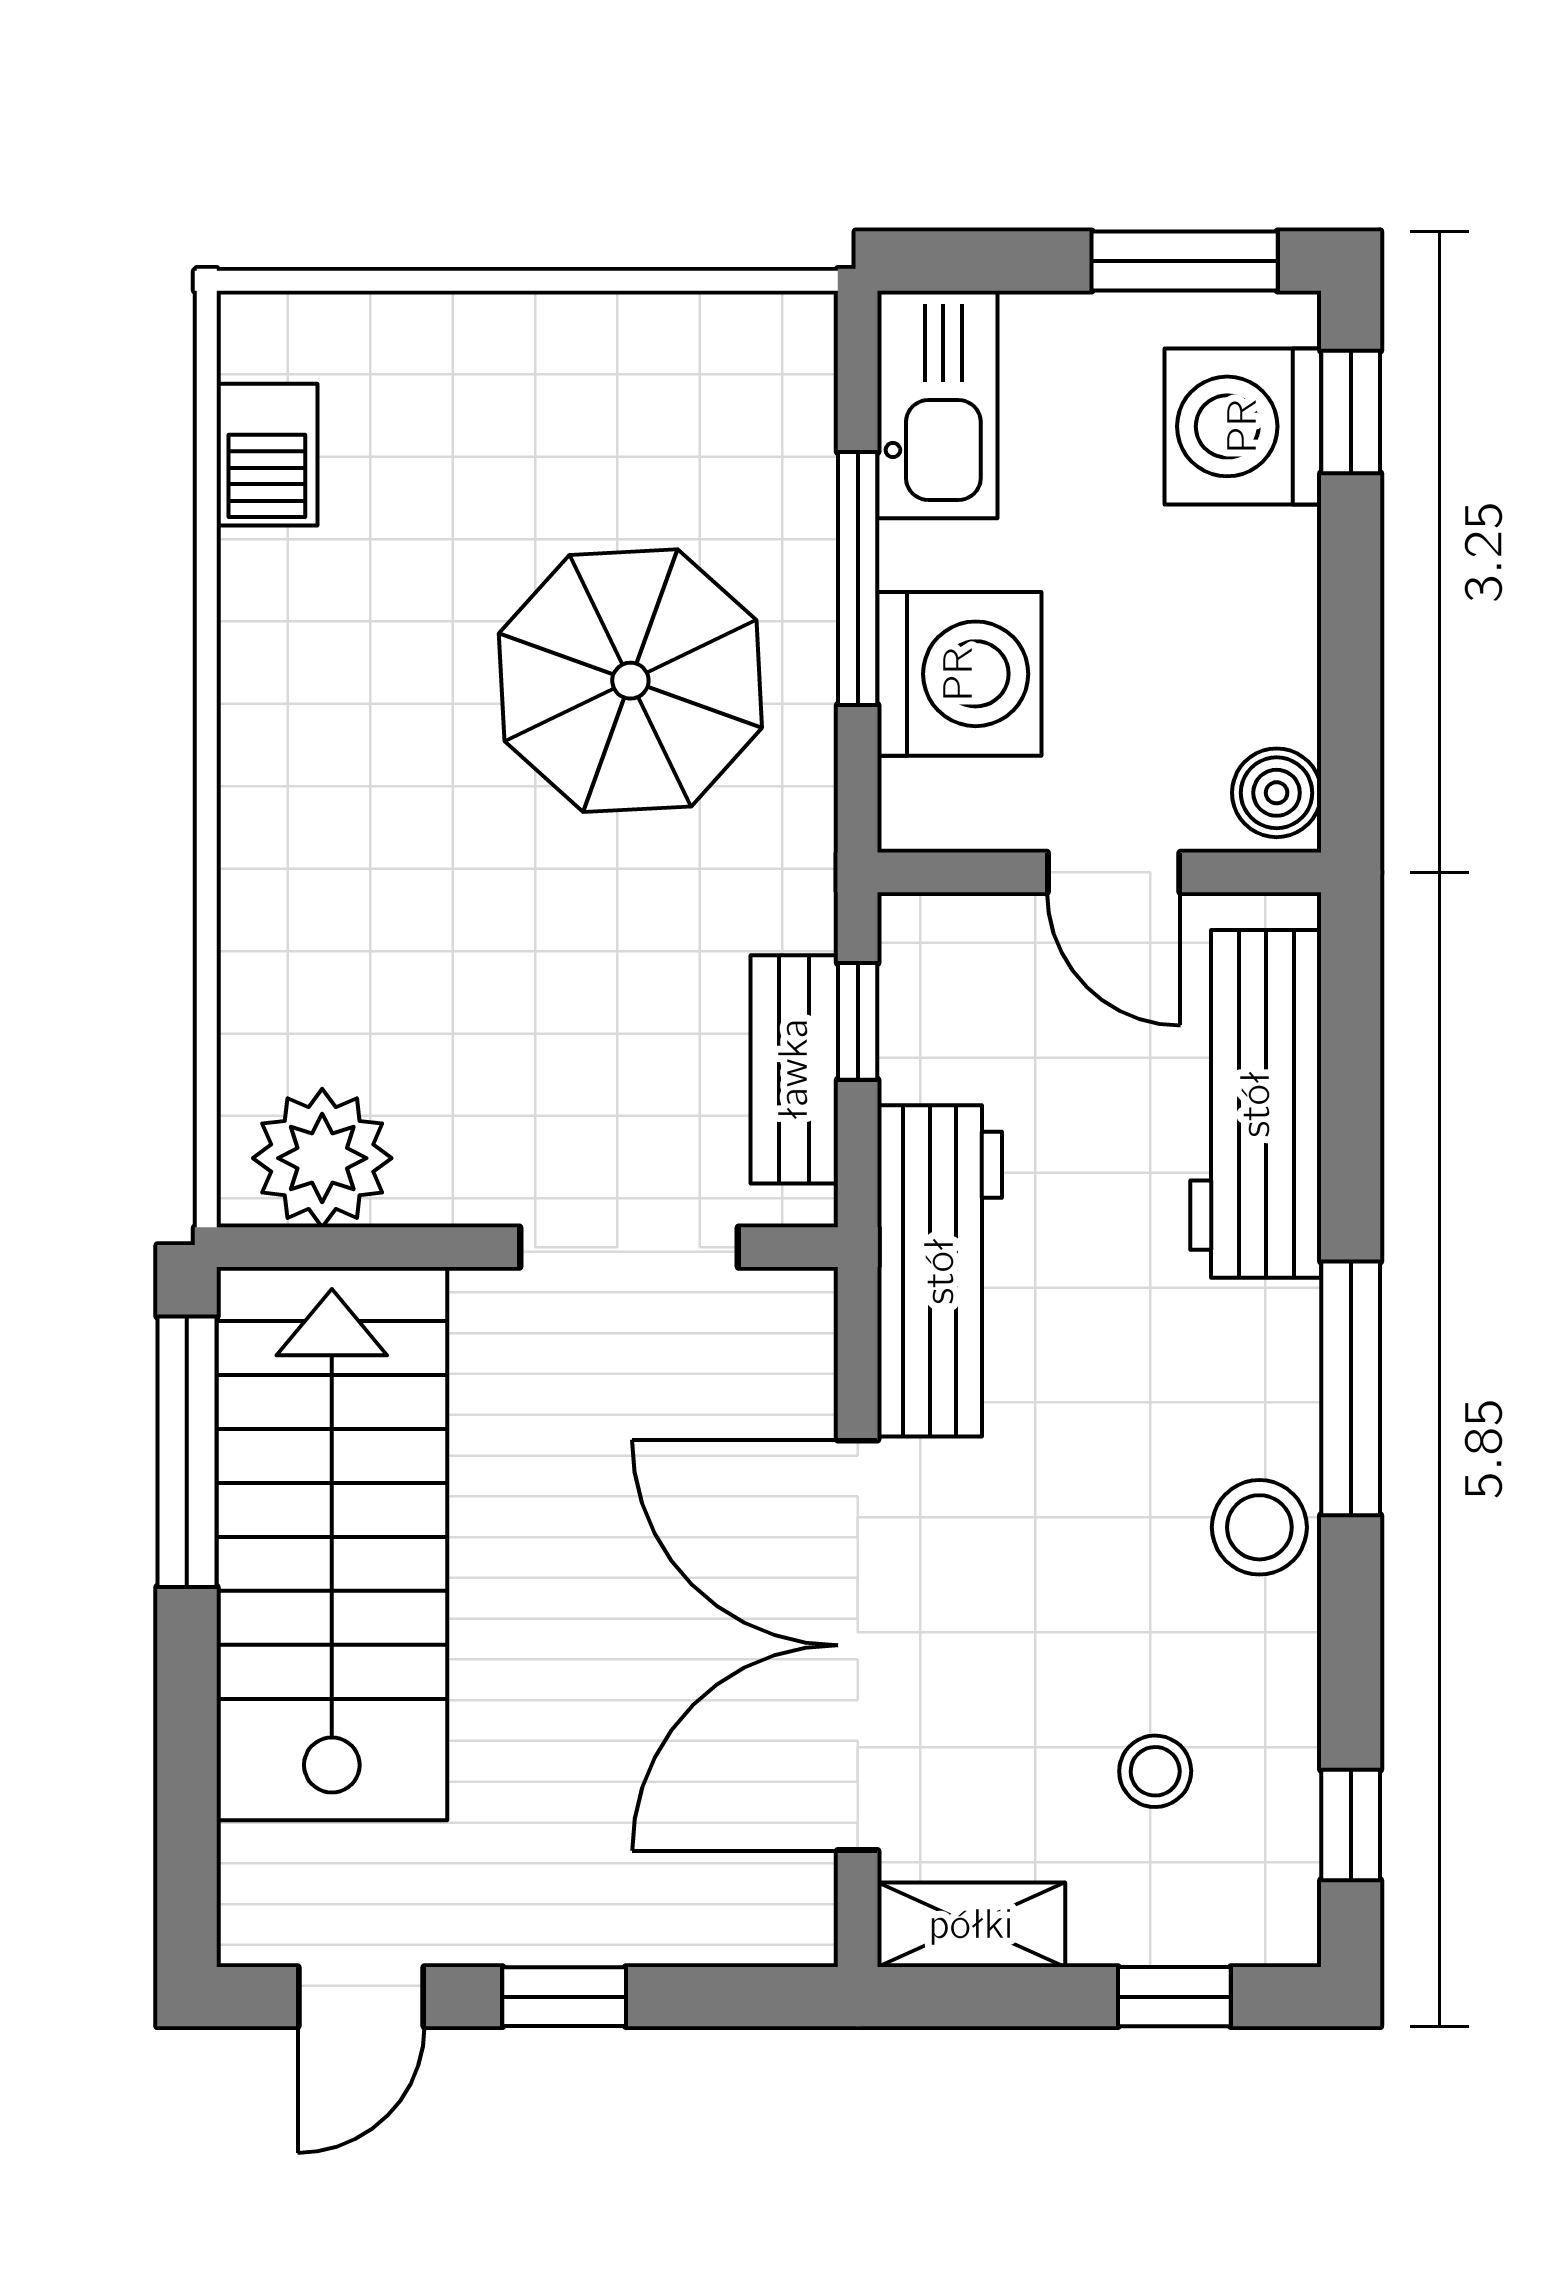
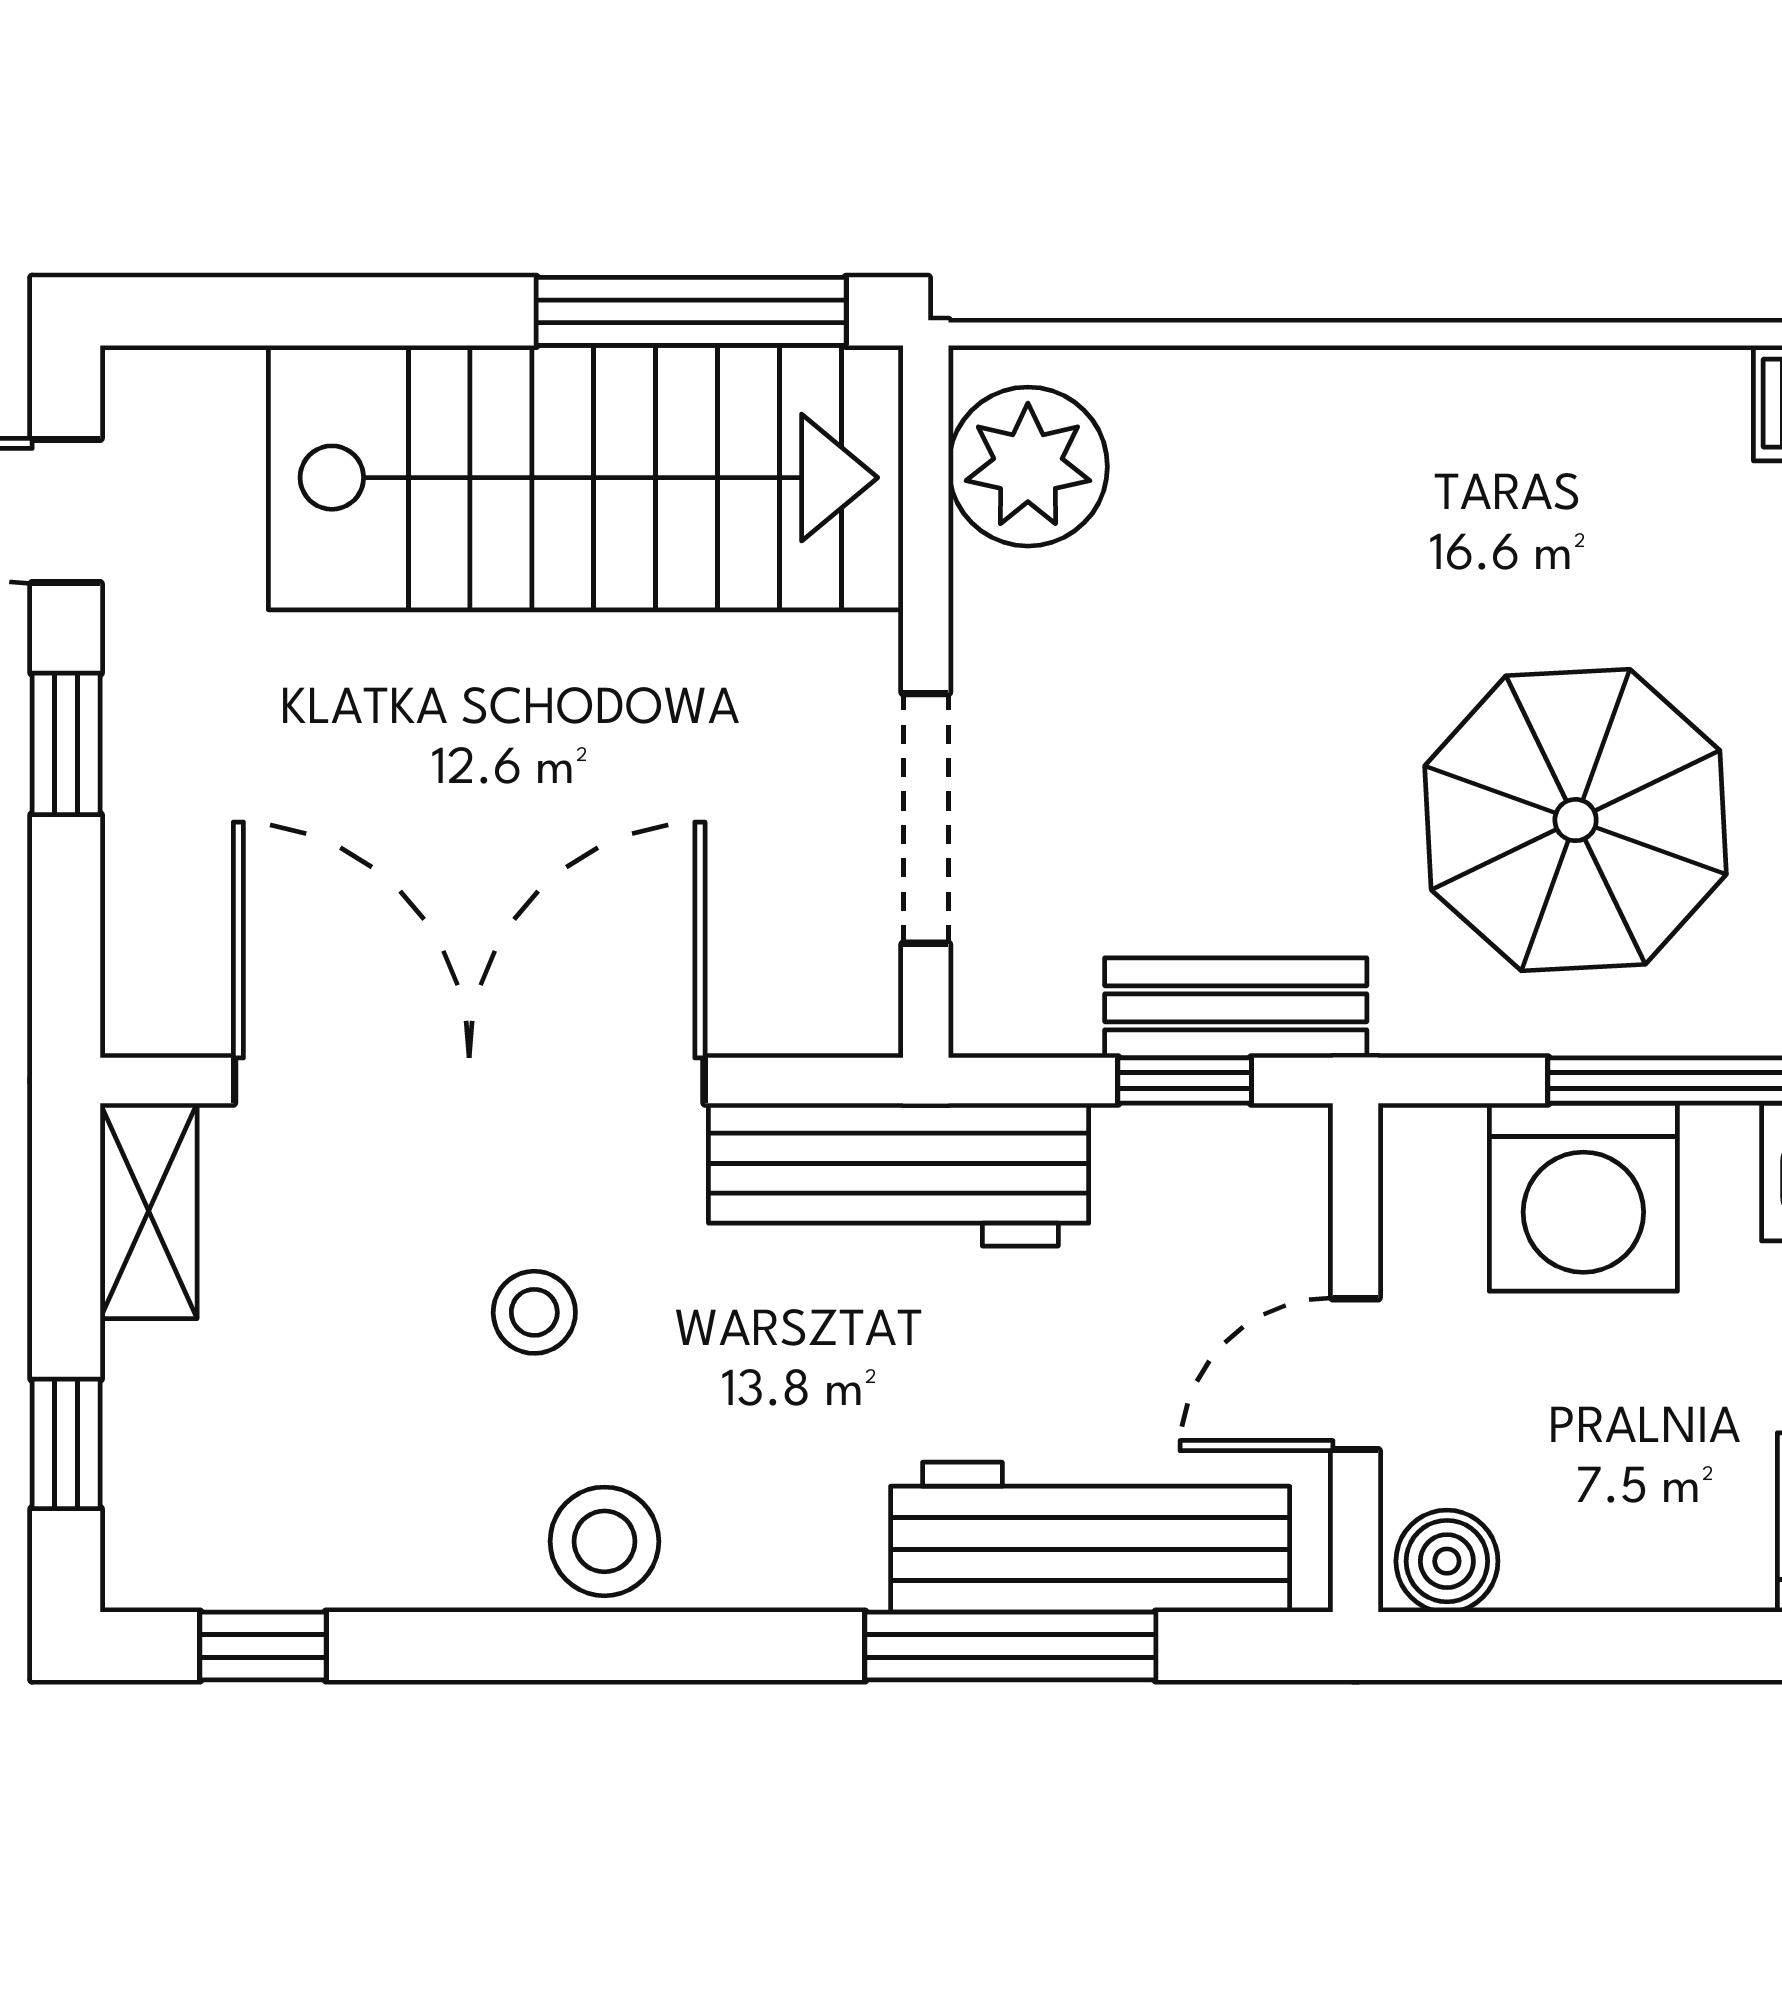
bench: (794, 1069) -> (1236, 1008), moved
window: (1351, 1388) -> (1010, 1646), moved
stool: (1155, 1771) -> (534, 1312), moved

